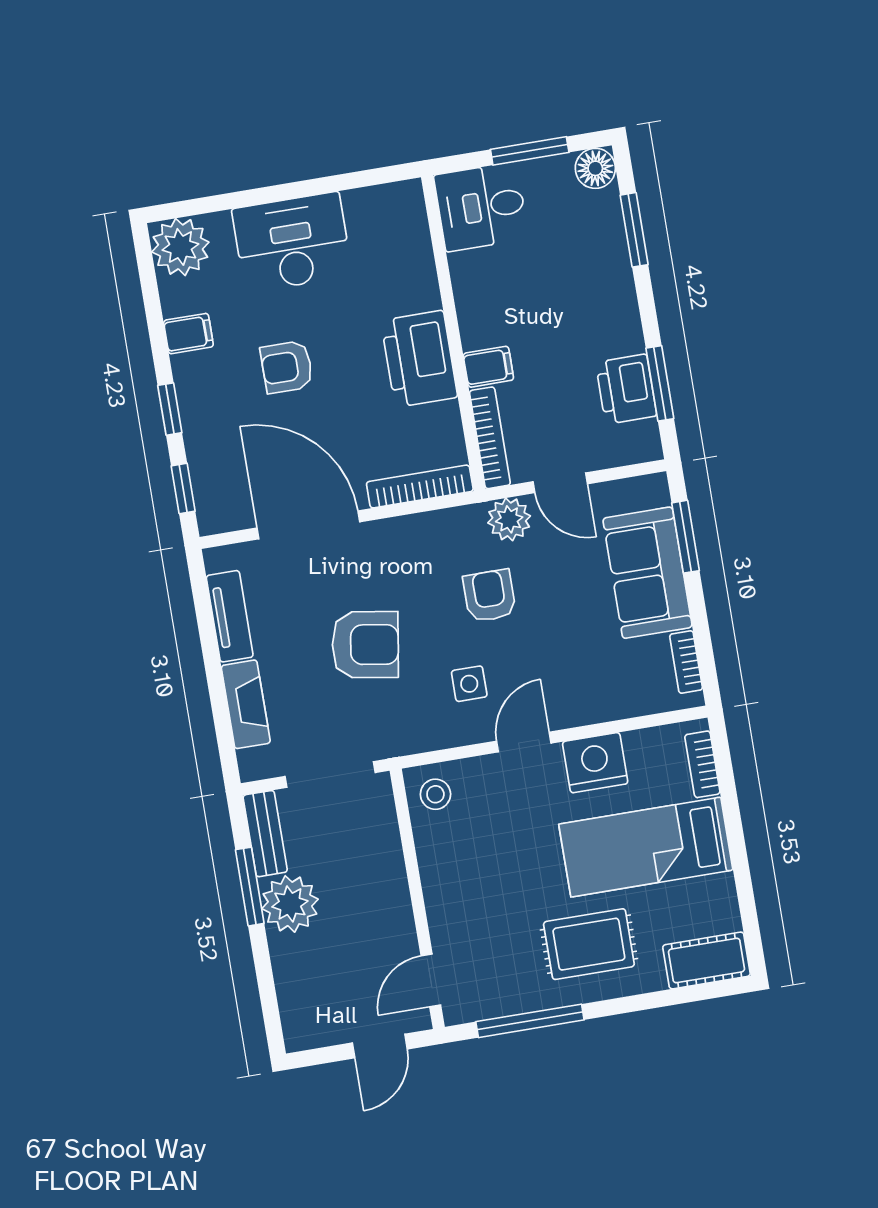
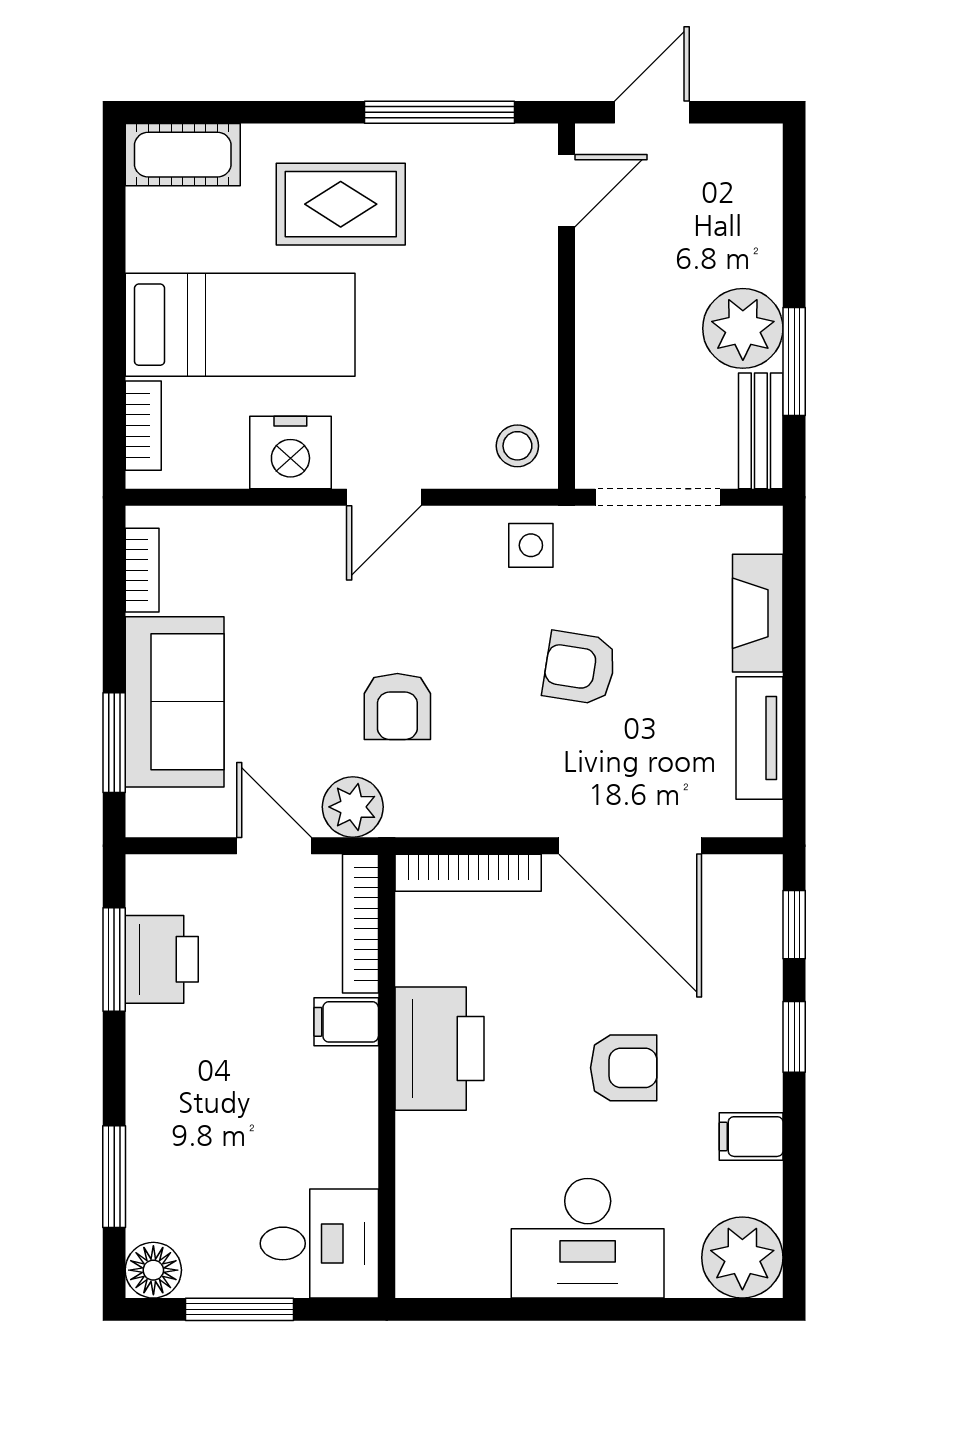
armchair: (365, 645) -> (580, 668), width x0.72, depth x0.72
side table: (469, 684) -> (531, 545), moved

